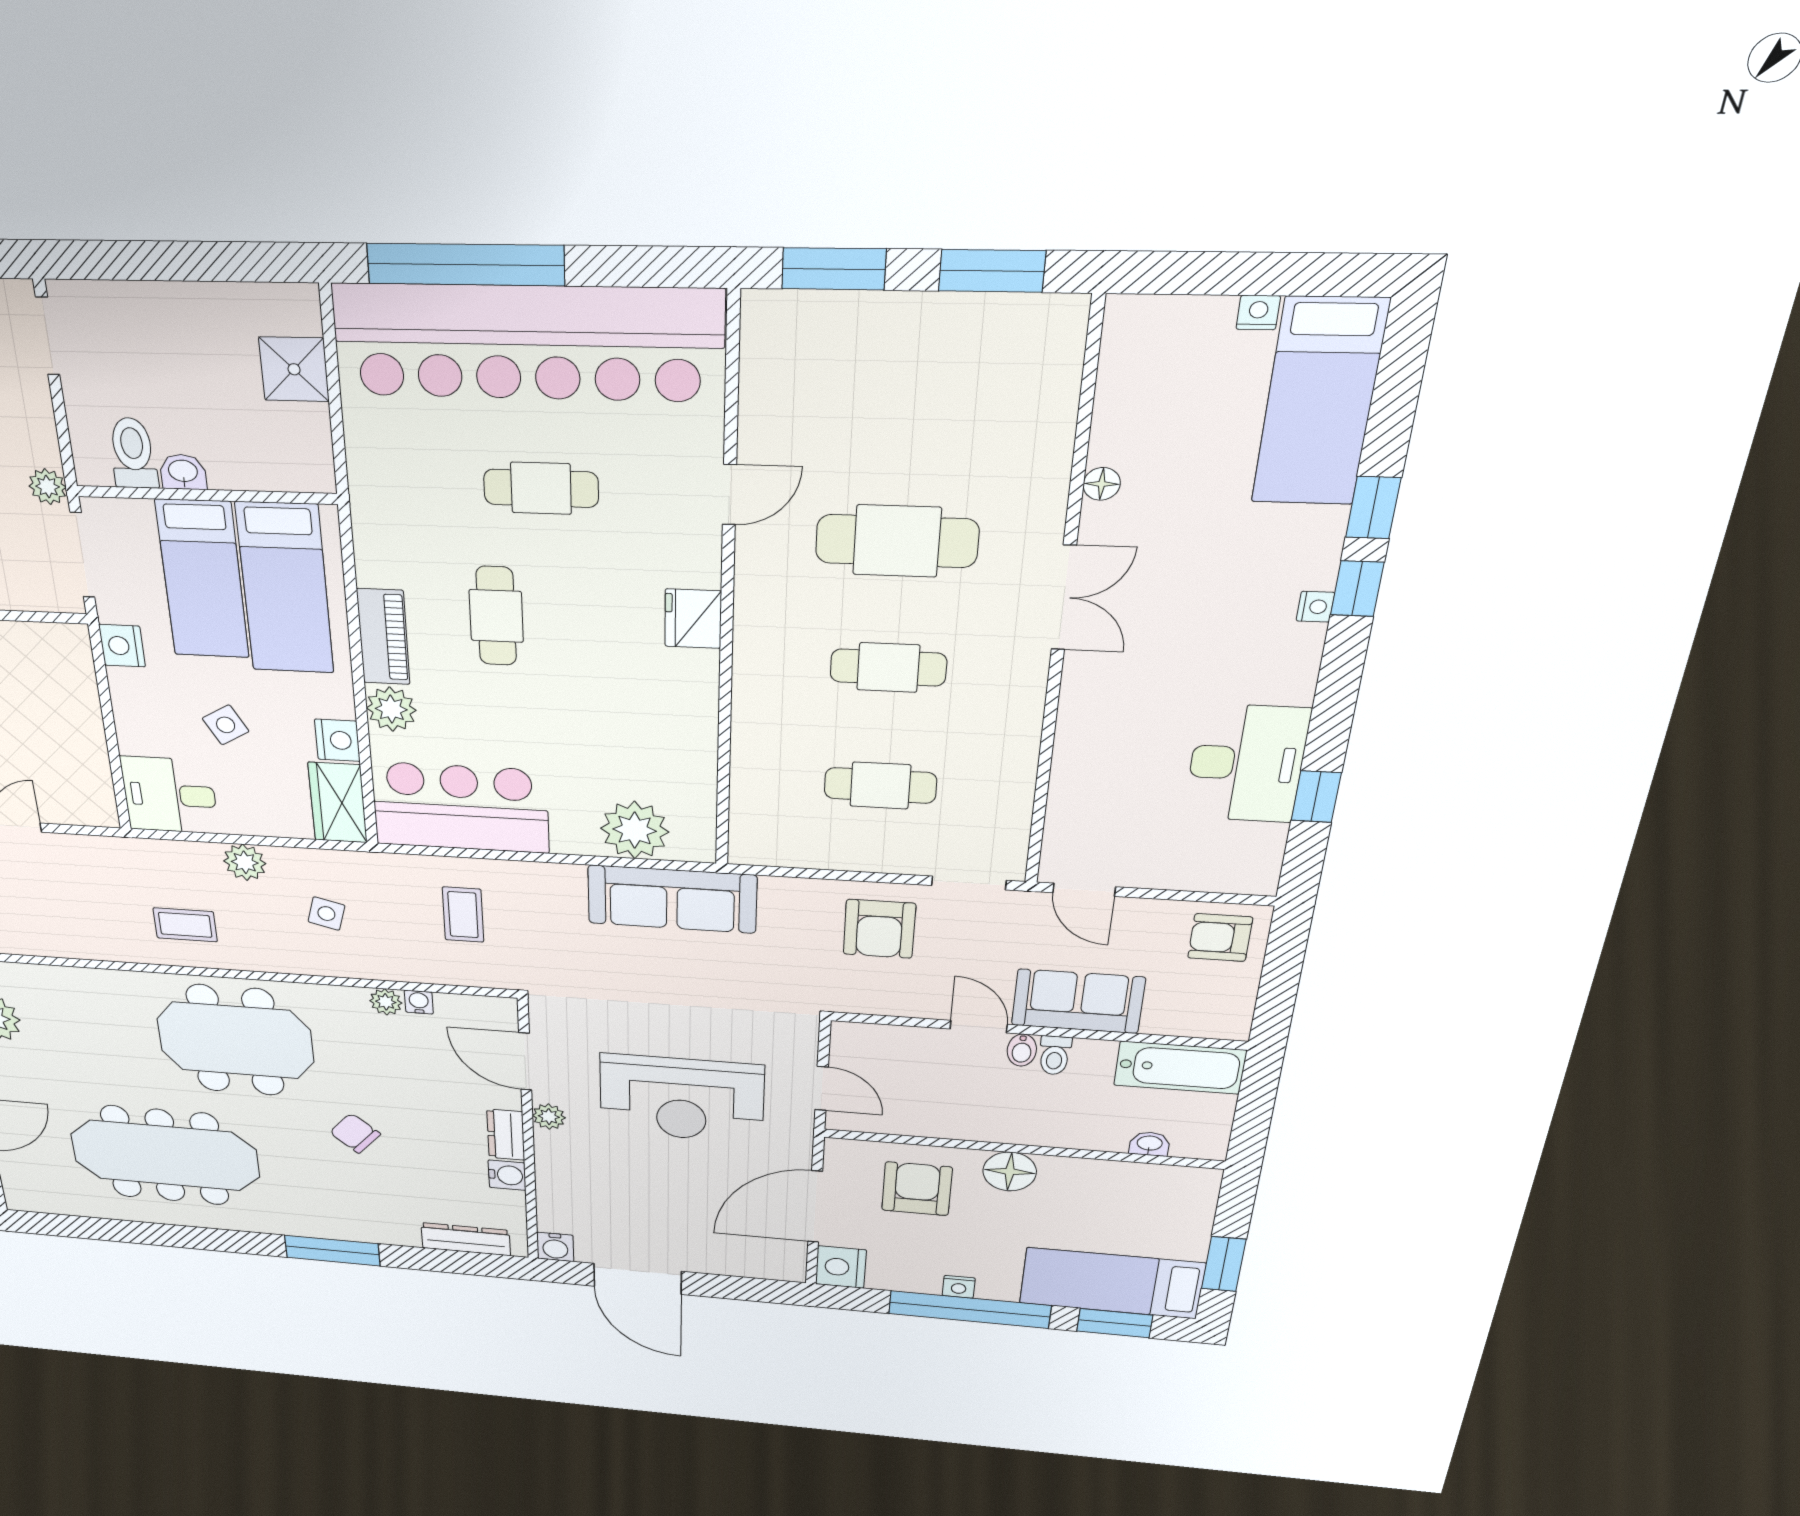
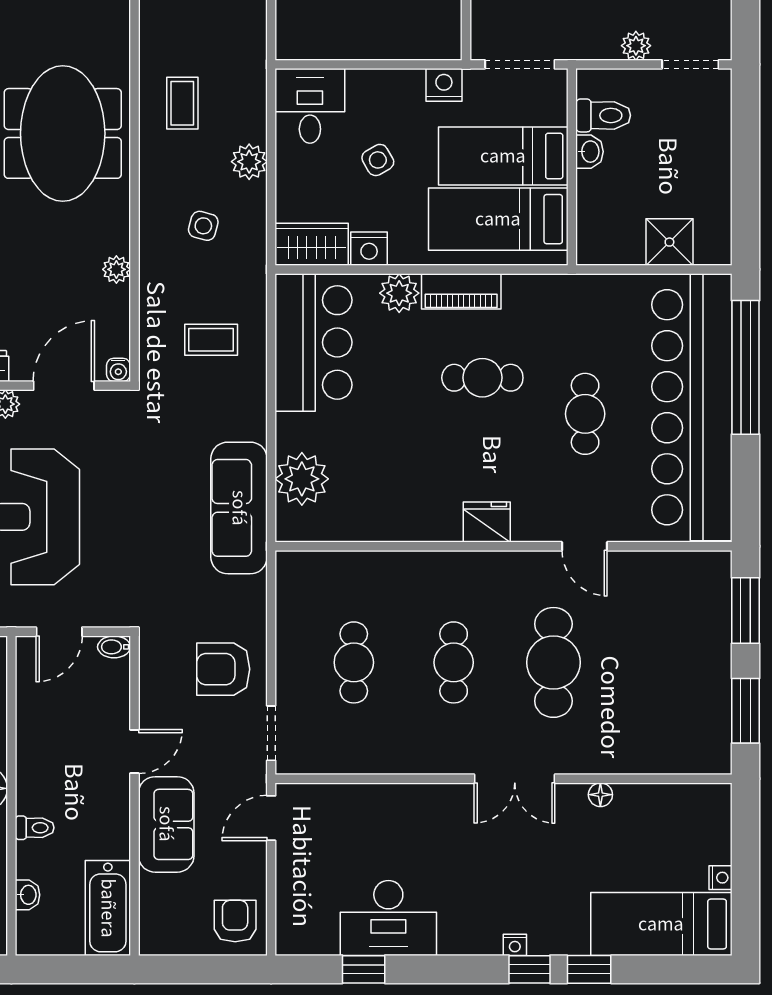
plant: (48, 487) -> (636, 46), moved
water cooler: (419, 1002) -> (118, 370), moved, turned 90
bidet: (1022, 1050) -> (114, 647), moved
toilet: (1055, 1055) -> (35, 828), moved, turned 180

